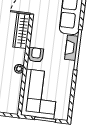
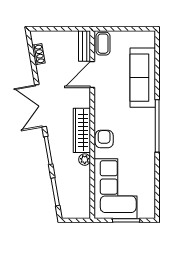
wardrobe: (22, 31) -> (82, 130), moved
fireplace: (71, 48) -> (149, 124), removed

